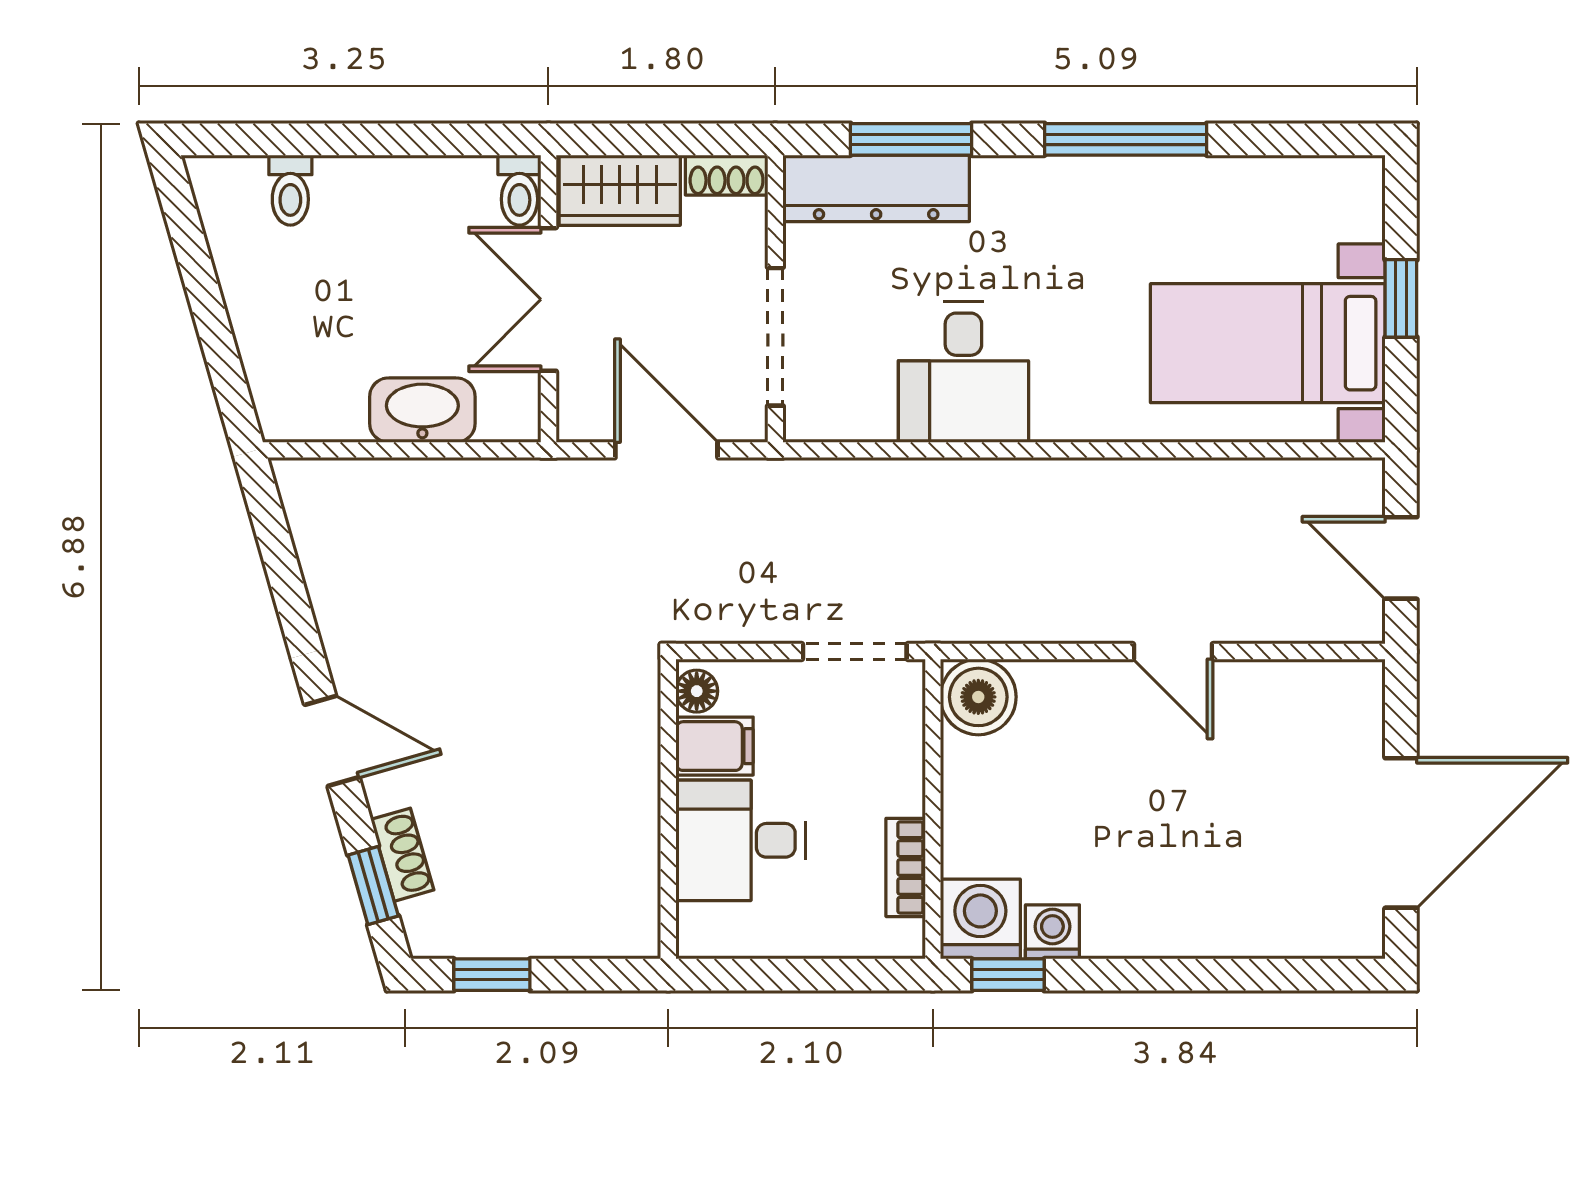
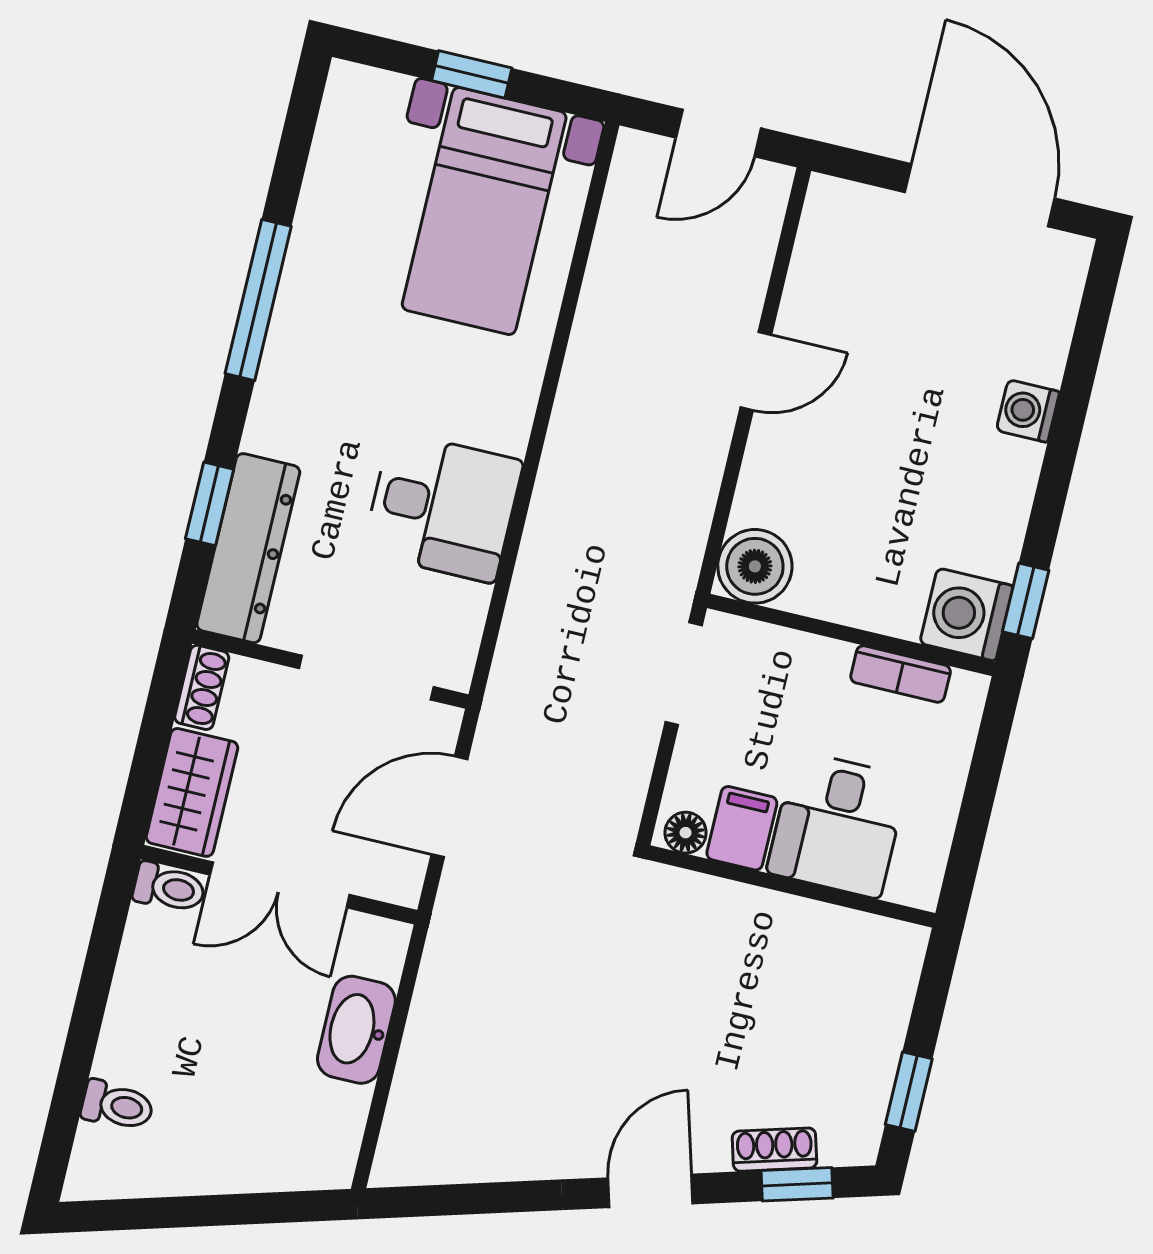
window: (911, 139) -> (210, 504), width x0.67
washing machine: (1052, 932) -> (1028, 411), moved

